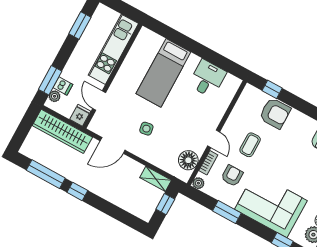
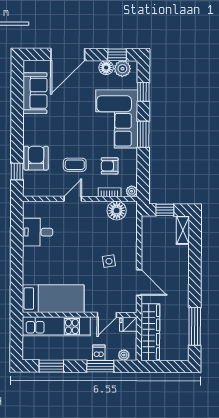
bed: (163, 73) -> (53, 299), moved
window: (50, 80) -> (100, 366), moved
dishwasher: (63, 86) -> (99, 353), moved
door: (214, 139) -> (73, 199), moved
shelving: (156, 179) -> (183, 230), moved
window: (77, 191) -> (195, 291), removed
window: (227, 212) -> (143, 134), moved

